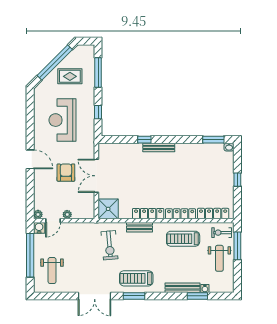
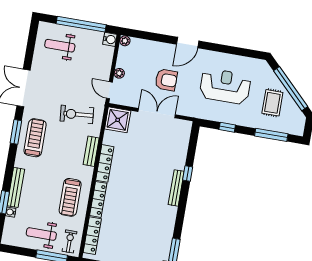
door: (53, 221) -> (109, 90), moved
treadmill: (183, 239) -> (70, 197), turned 180

